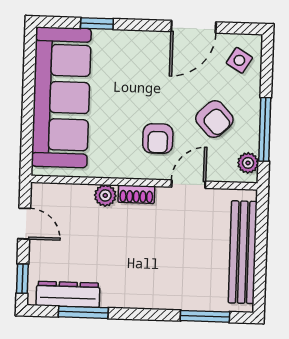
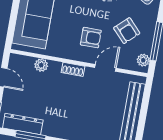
armchair: (158, 139) -> (91, 38), turned -90
plant: (105, 195) -> (41, 65), moved

